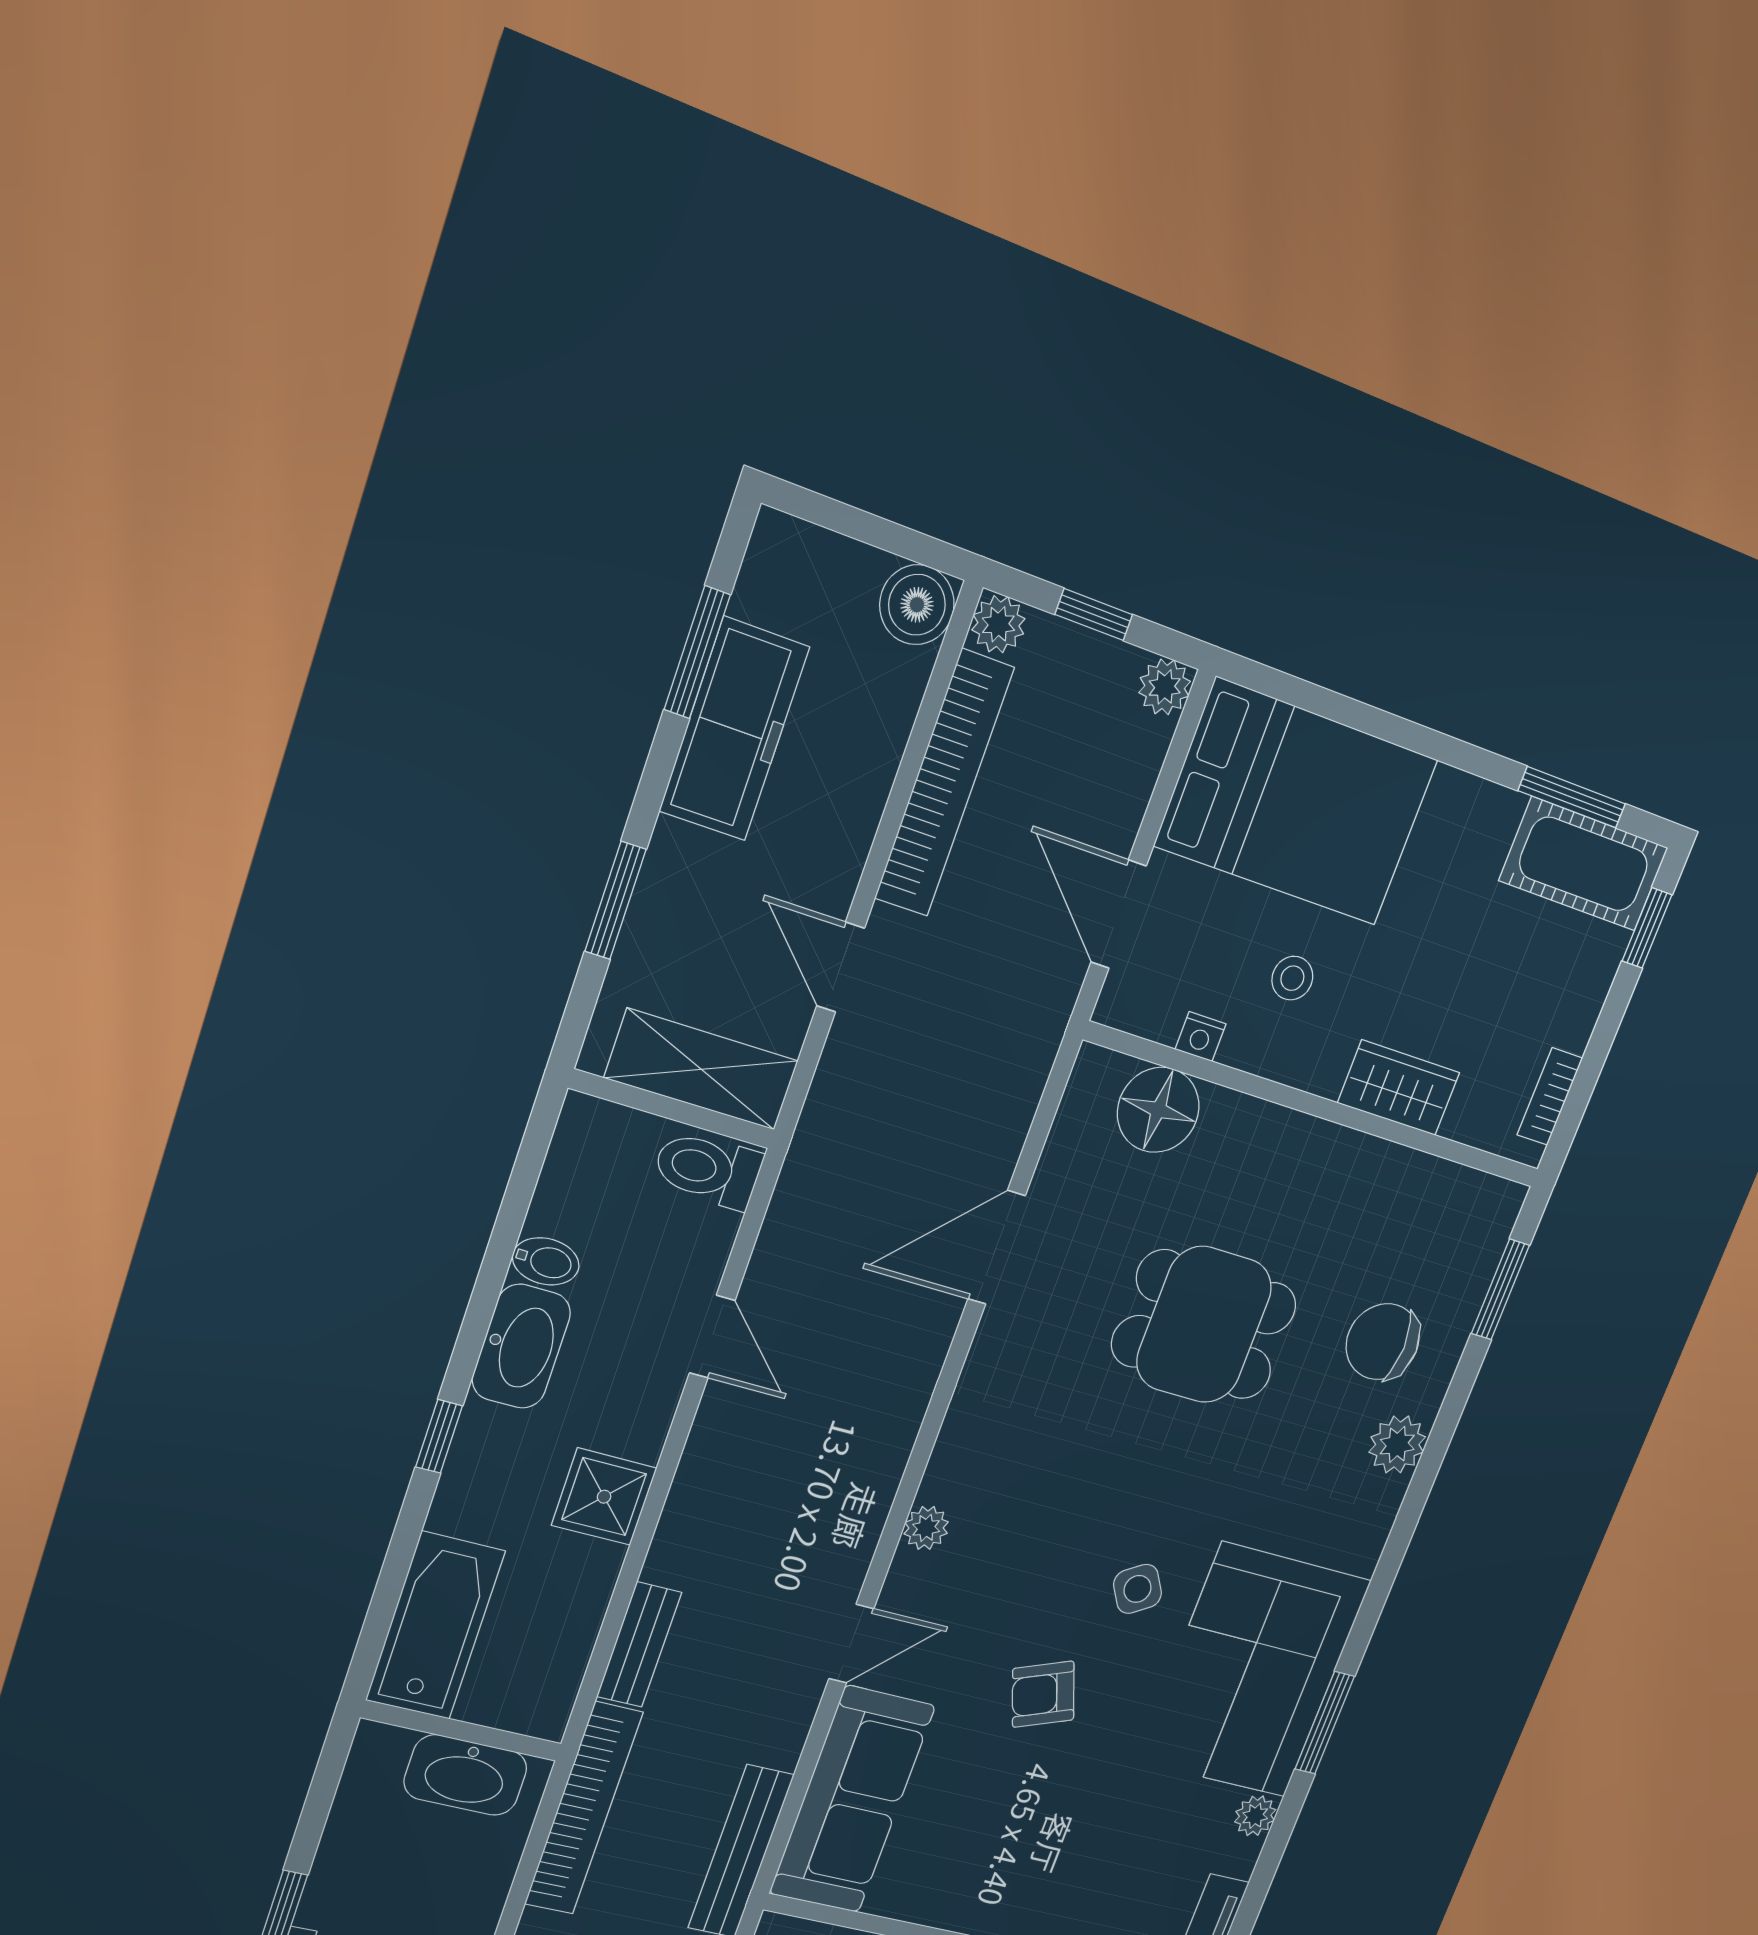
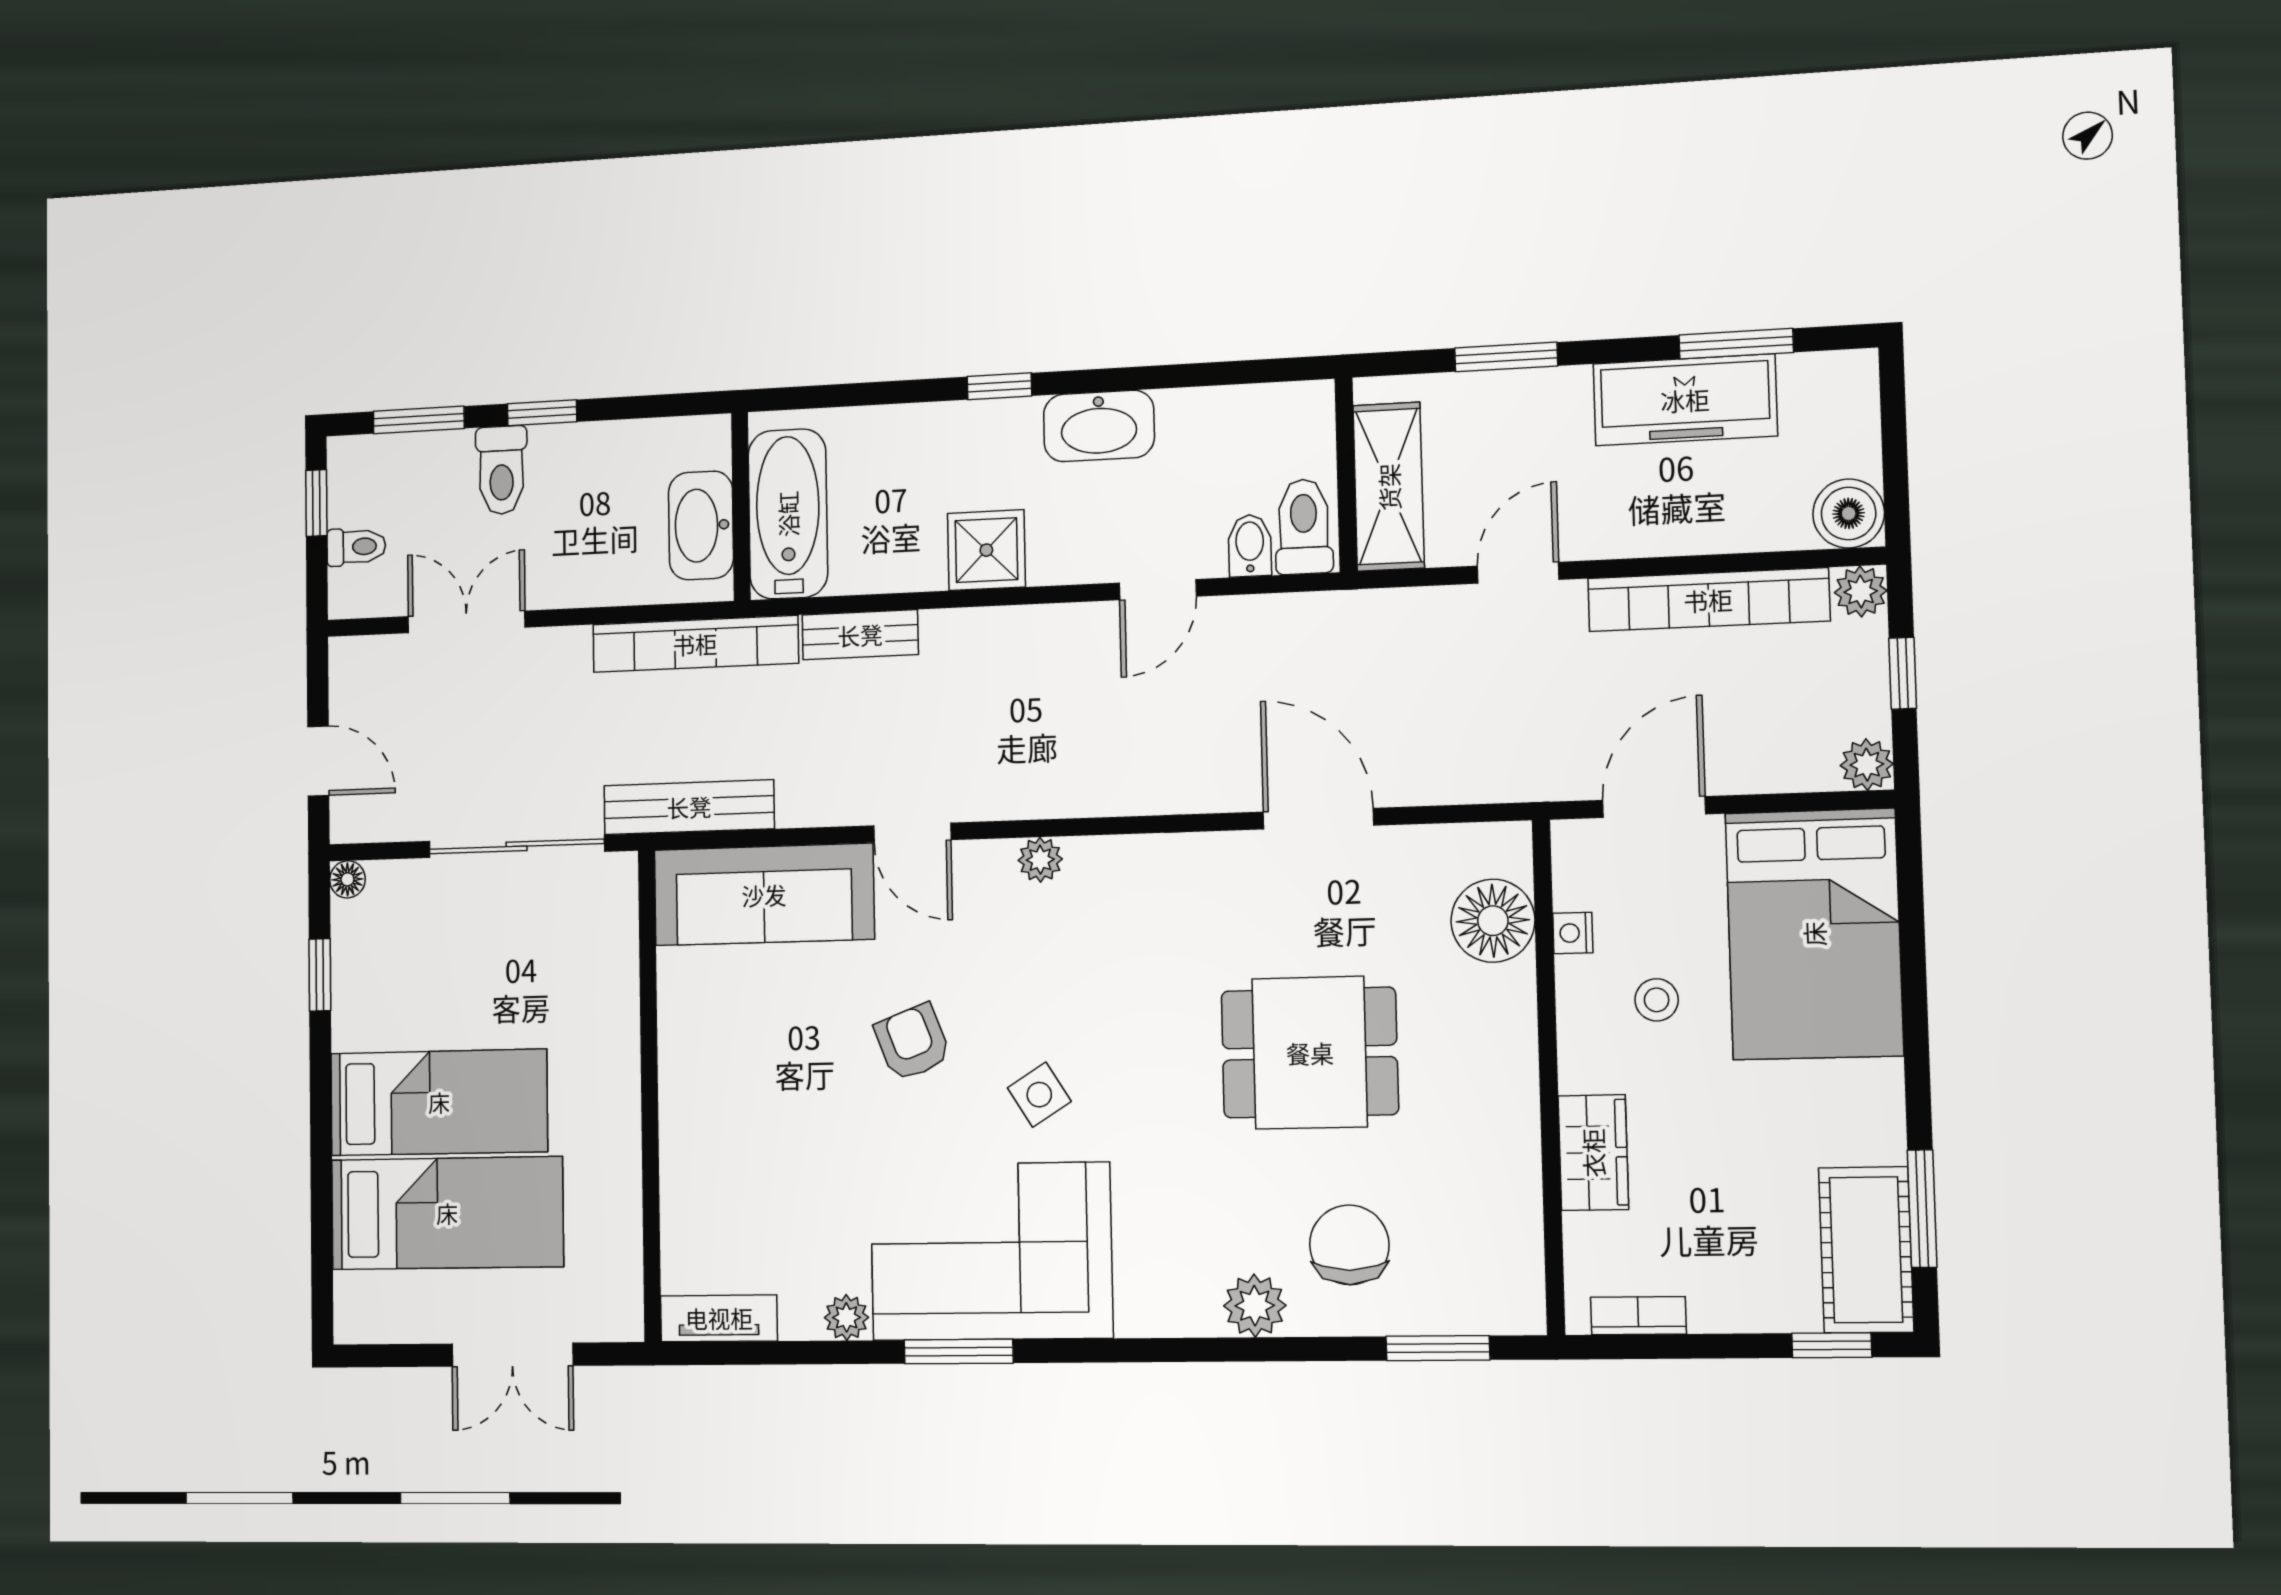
bidet: (546, 1261) -> (1250, 545), moved, turned 180
dining table: (1204, 1325) -> (1310, 1053), turned 90
bathtub: (435, 1626) -> (788, 514), moved, turned -90

